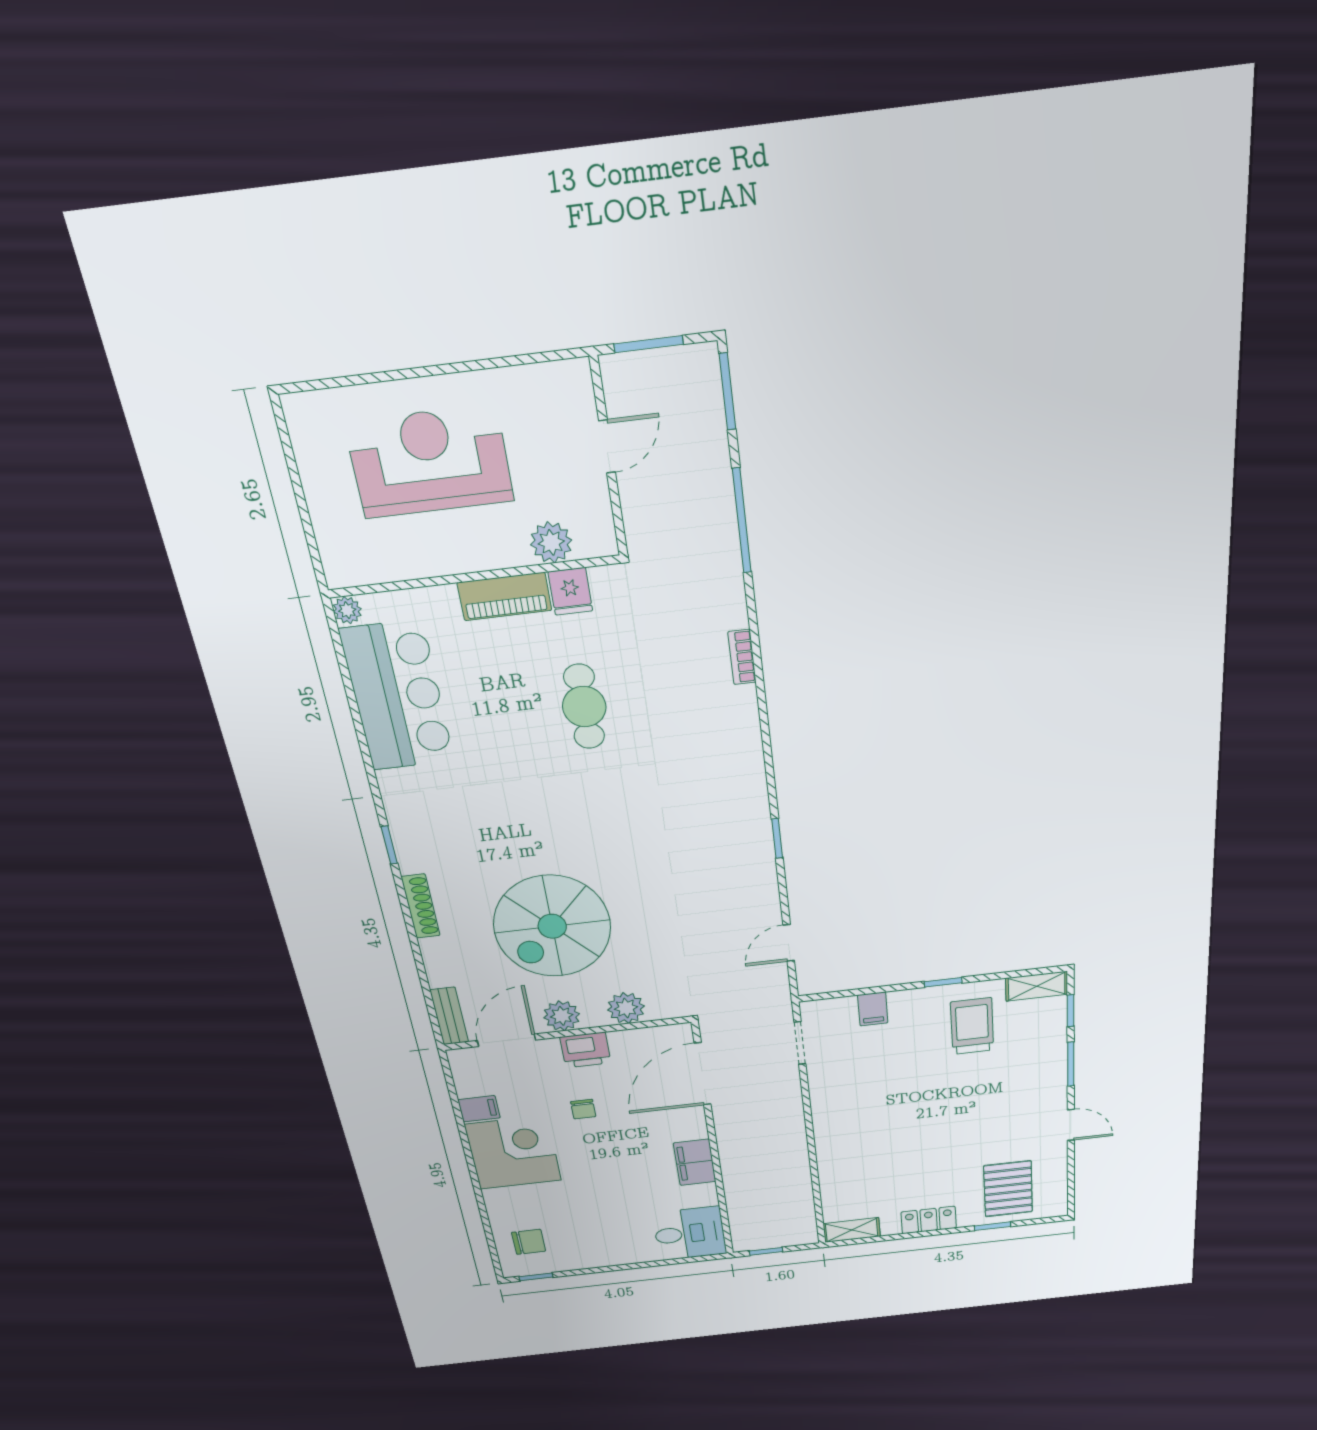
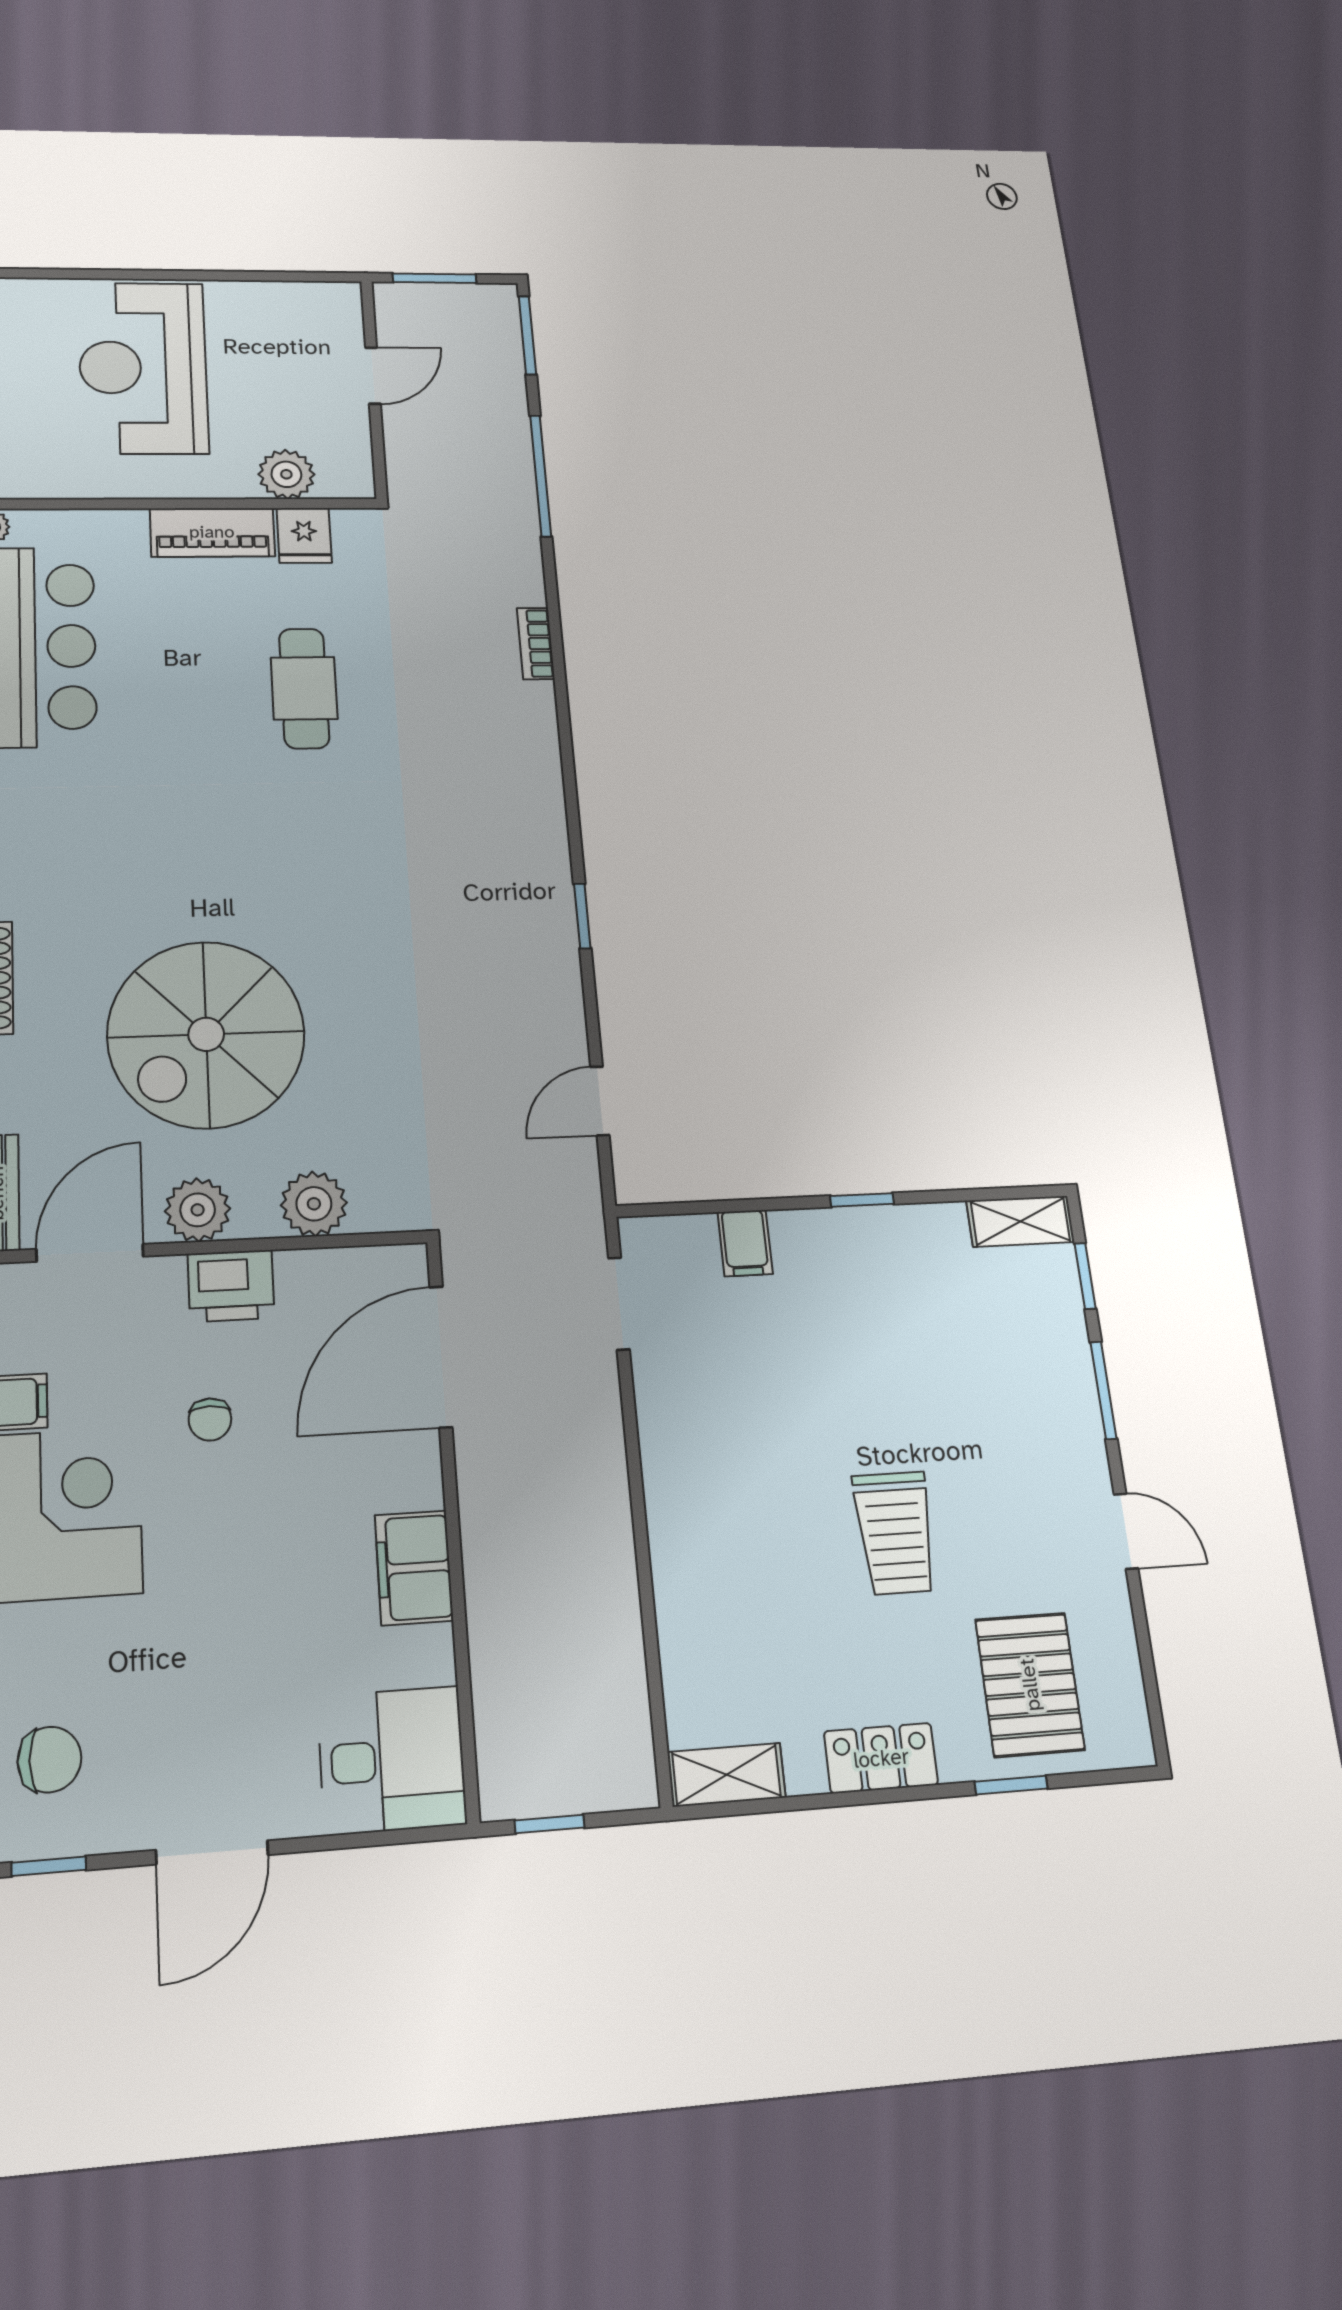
reception desk: (430, 462) -> (143, 368), turned -90
trolley: (972, 1026) -> (895, 1533), moved, turned 180
door: (609, 1269) -> (212, 1852), added

